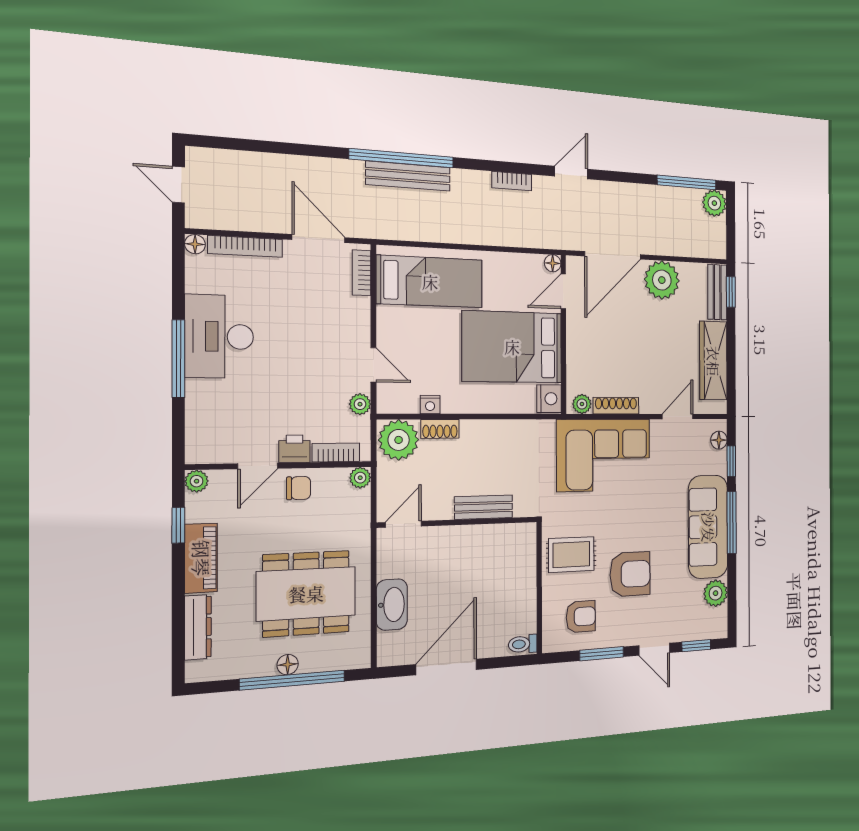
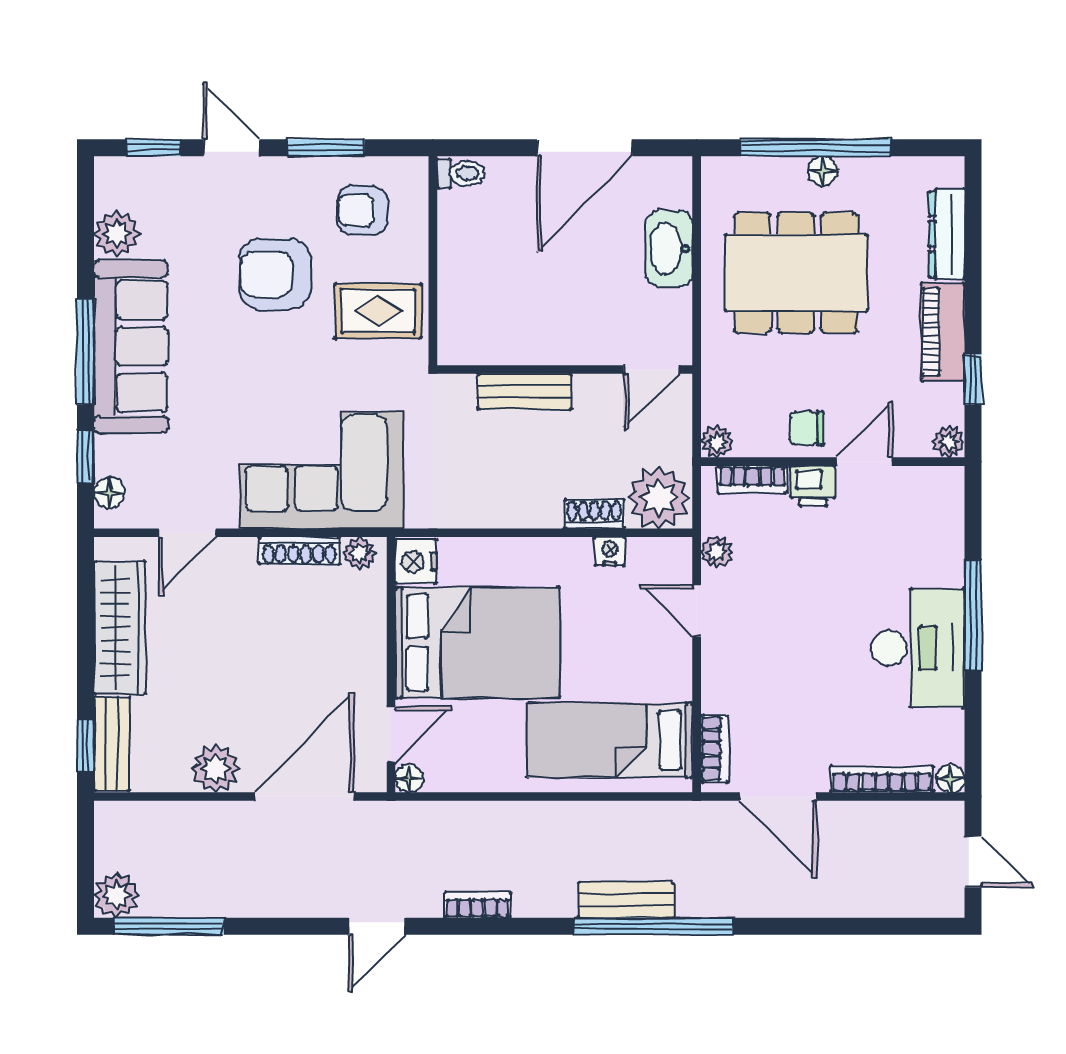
bench: (408, 176) -> (626, 900), width x0.73
plant: (662, 280) -> (216, 769), width x0.73, depth x0.73

